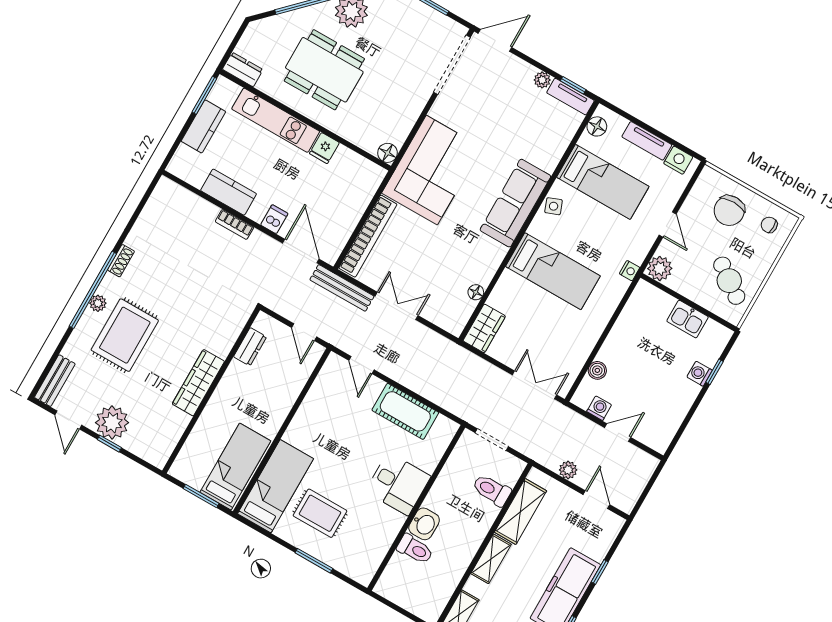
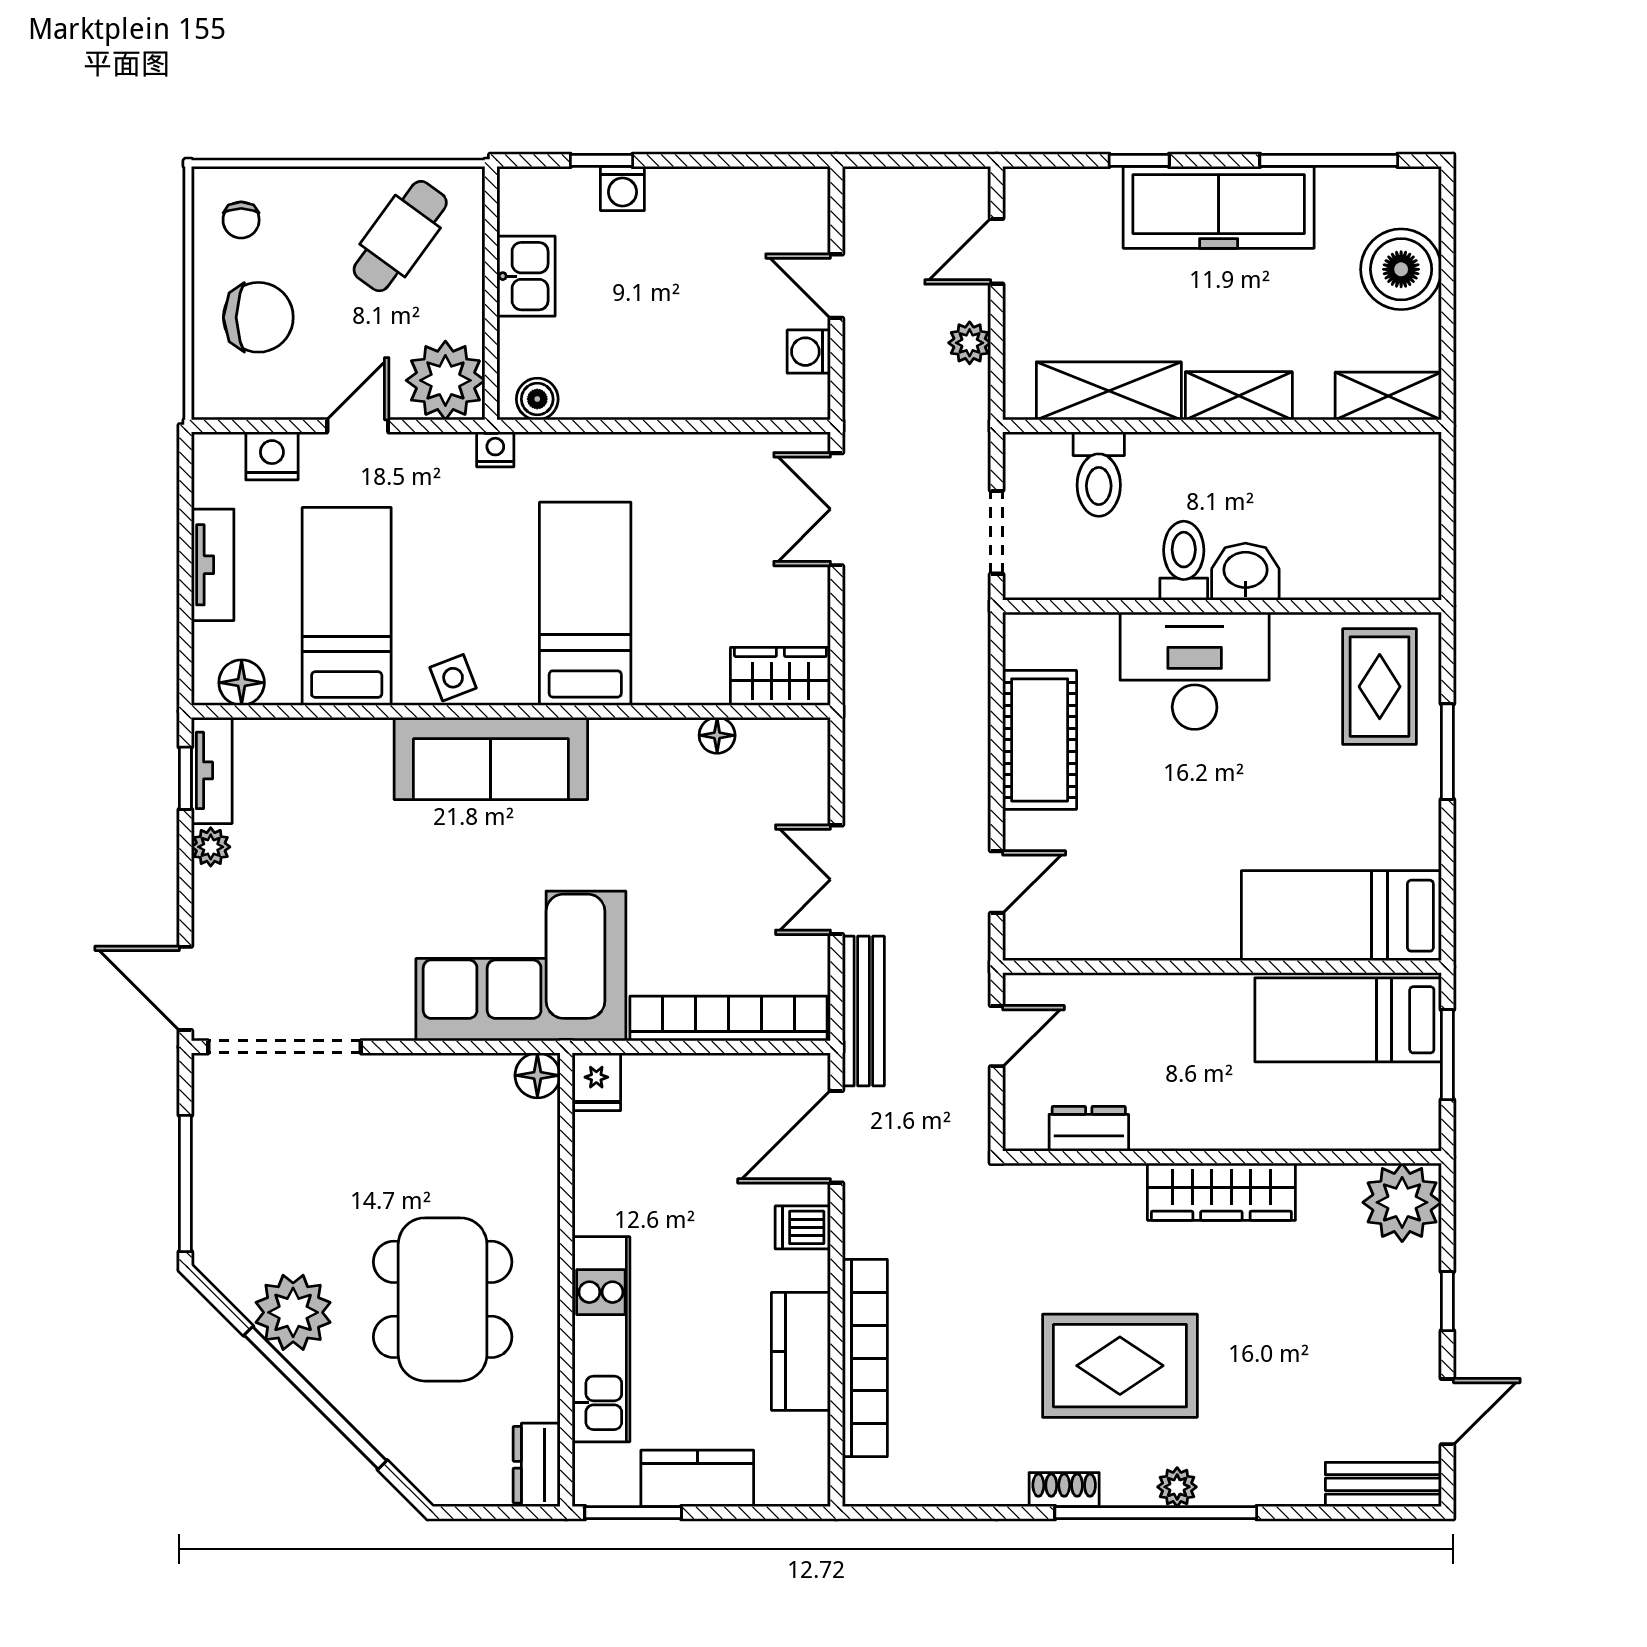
fridge: (324, 148) -> (596, 1082), moved, turned 90
nightstand: (678, 160) -> (272, 456), moved, turned 90
bookcase: (234, 224) -> (865, 1358), width x2.31, depth x1.31
plant: (660, 268) -> (445, 380), width x1.36, depth x1.36
rug: (125, 335) -> (1120, 1366), moved
boiler: (597, 370) -> (537, 399), moved
plant: (112, 423) -> (1402, 1202), moved
desk: (398, 484) -> (1195, 671), width x1.37
rug: (320, 513) -> (1380, 687), moved
toilet: (415, 549) -> (1184, 561), moved

